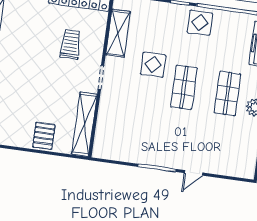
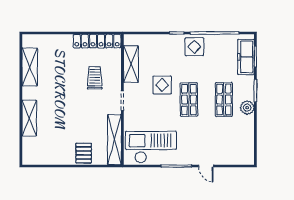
checkout: (128, 140) -> (151, 147), added
door: (194, 173) -> (206, 166), hinge flipped

